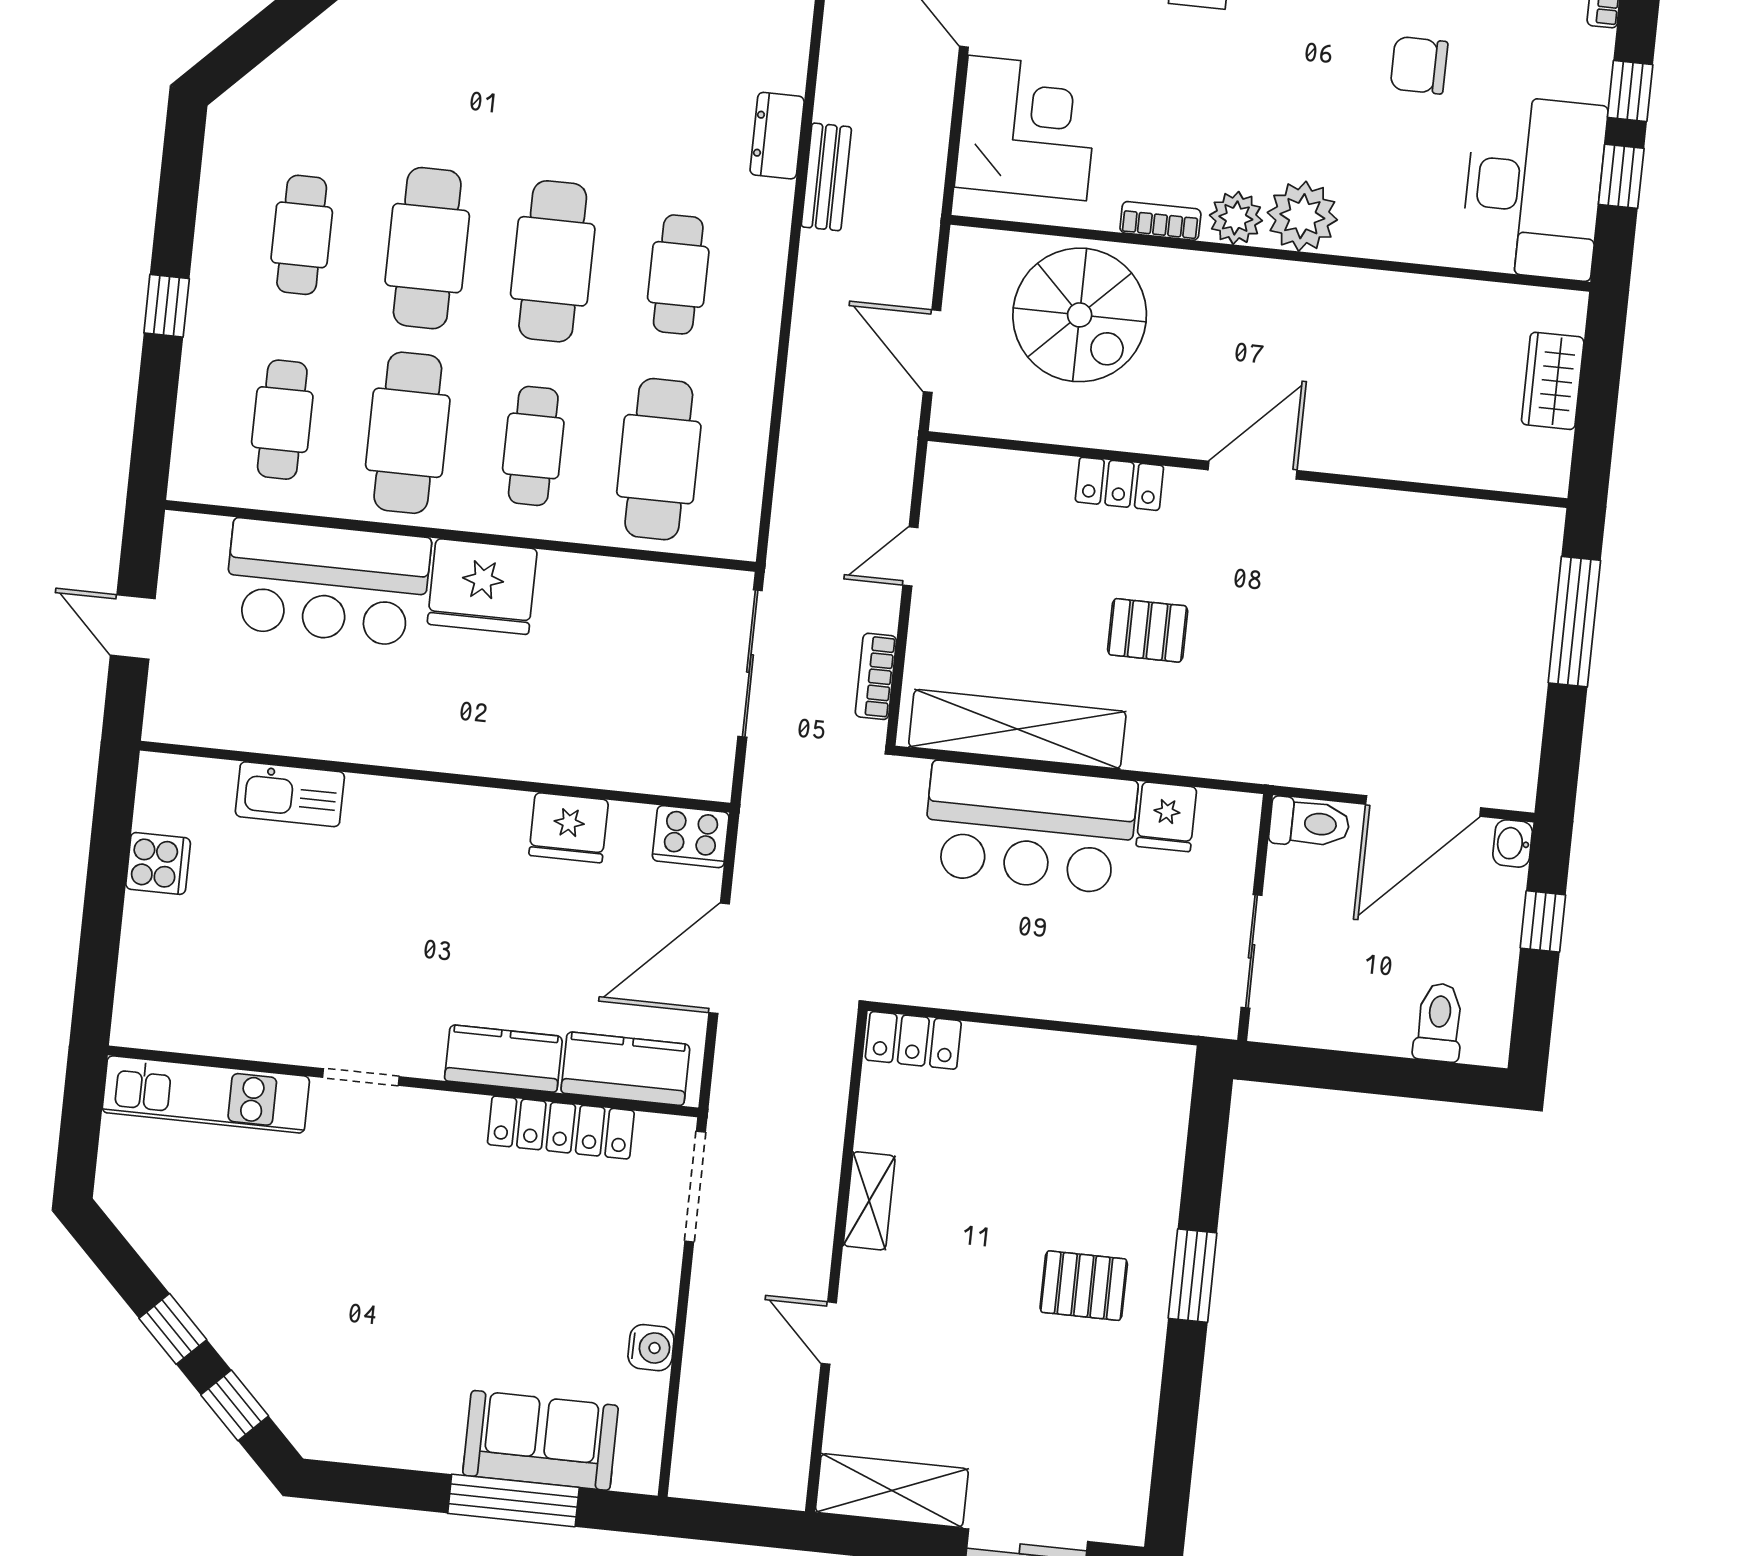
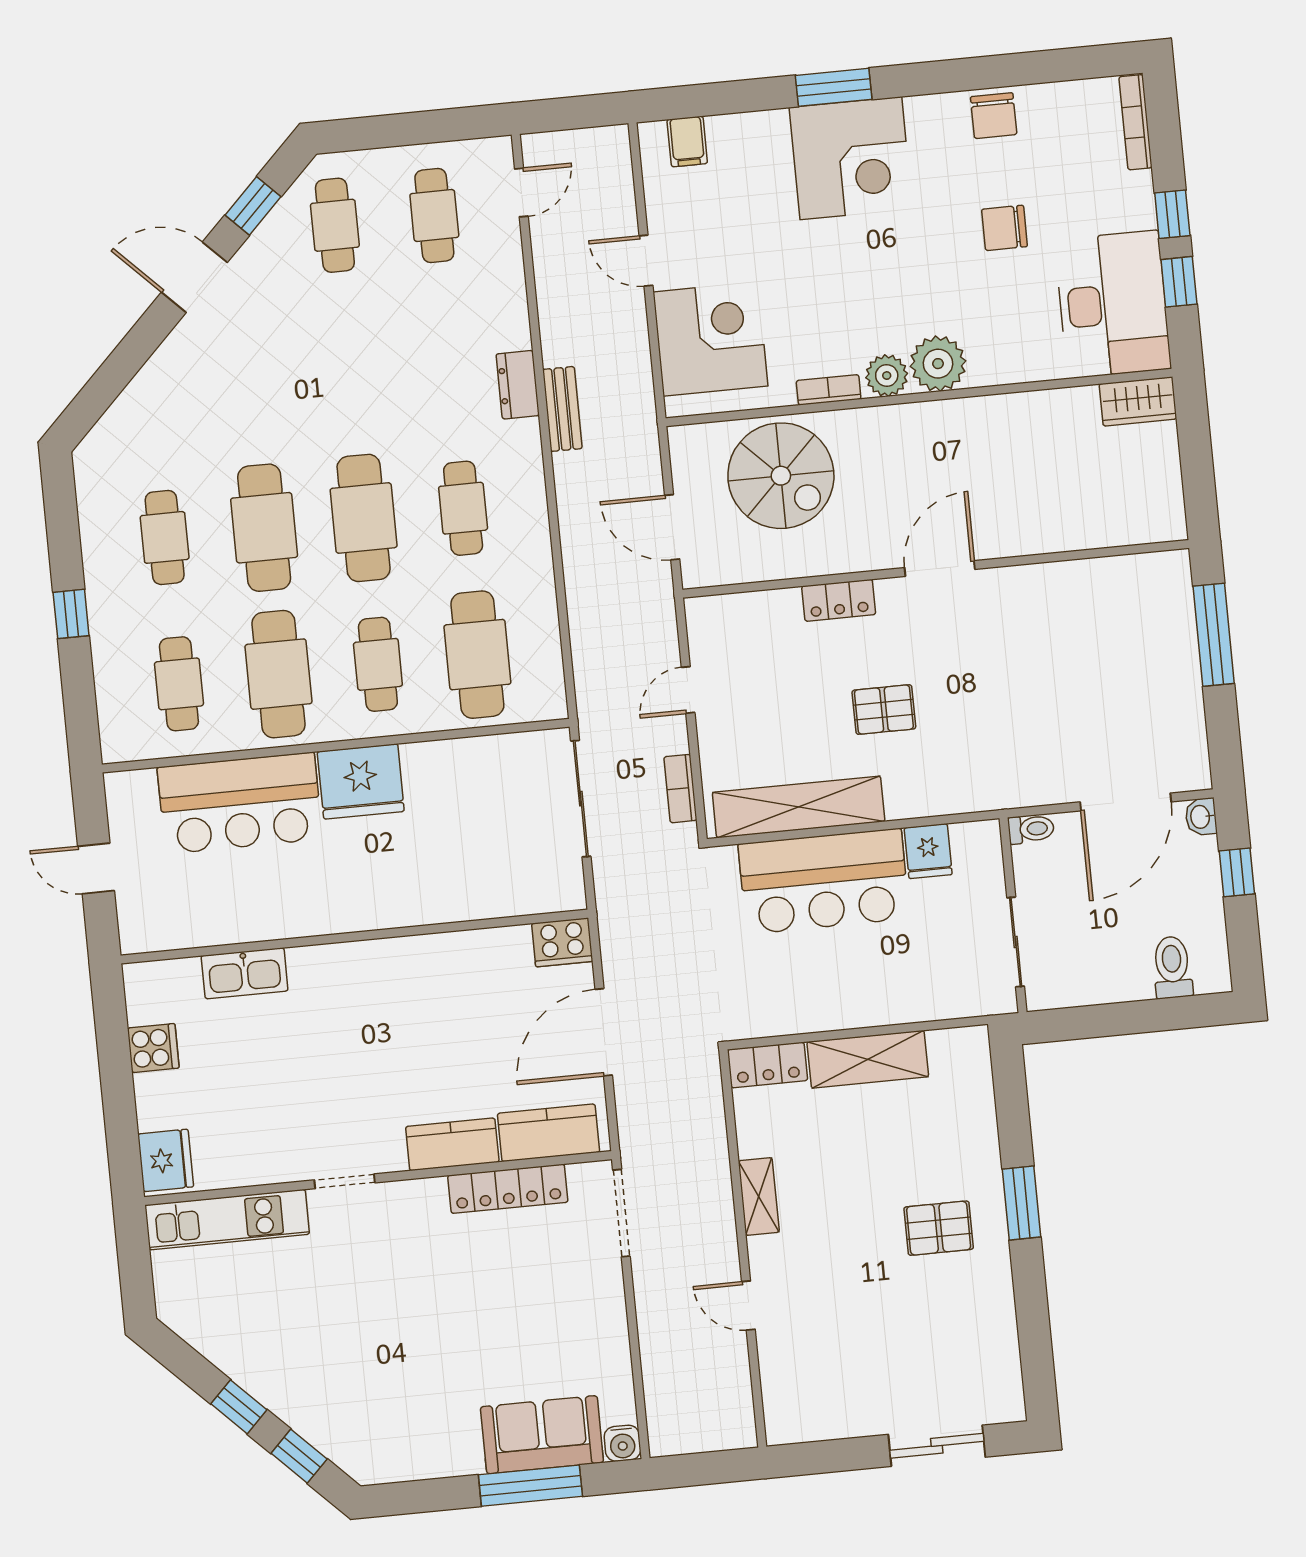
wardrobe: (1553, 381) -> (1138, 401), moved, turned -90
toilet: (1309, 823) -> (1031, 829), width x0.73, depth x0.72
fridge: (569, 828) -> (166, 1160), moved, turned -90
water cooler: (651, 1348) -> (622, 1443), moved, turned 90
shelving: (892, 1490) -> (868, 1059), moved

